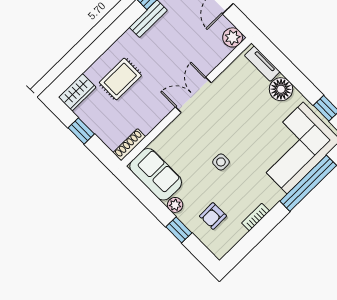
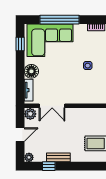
double door: (193, 95) -> (52, 106), moved

